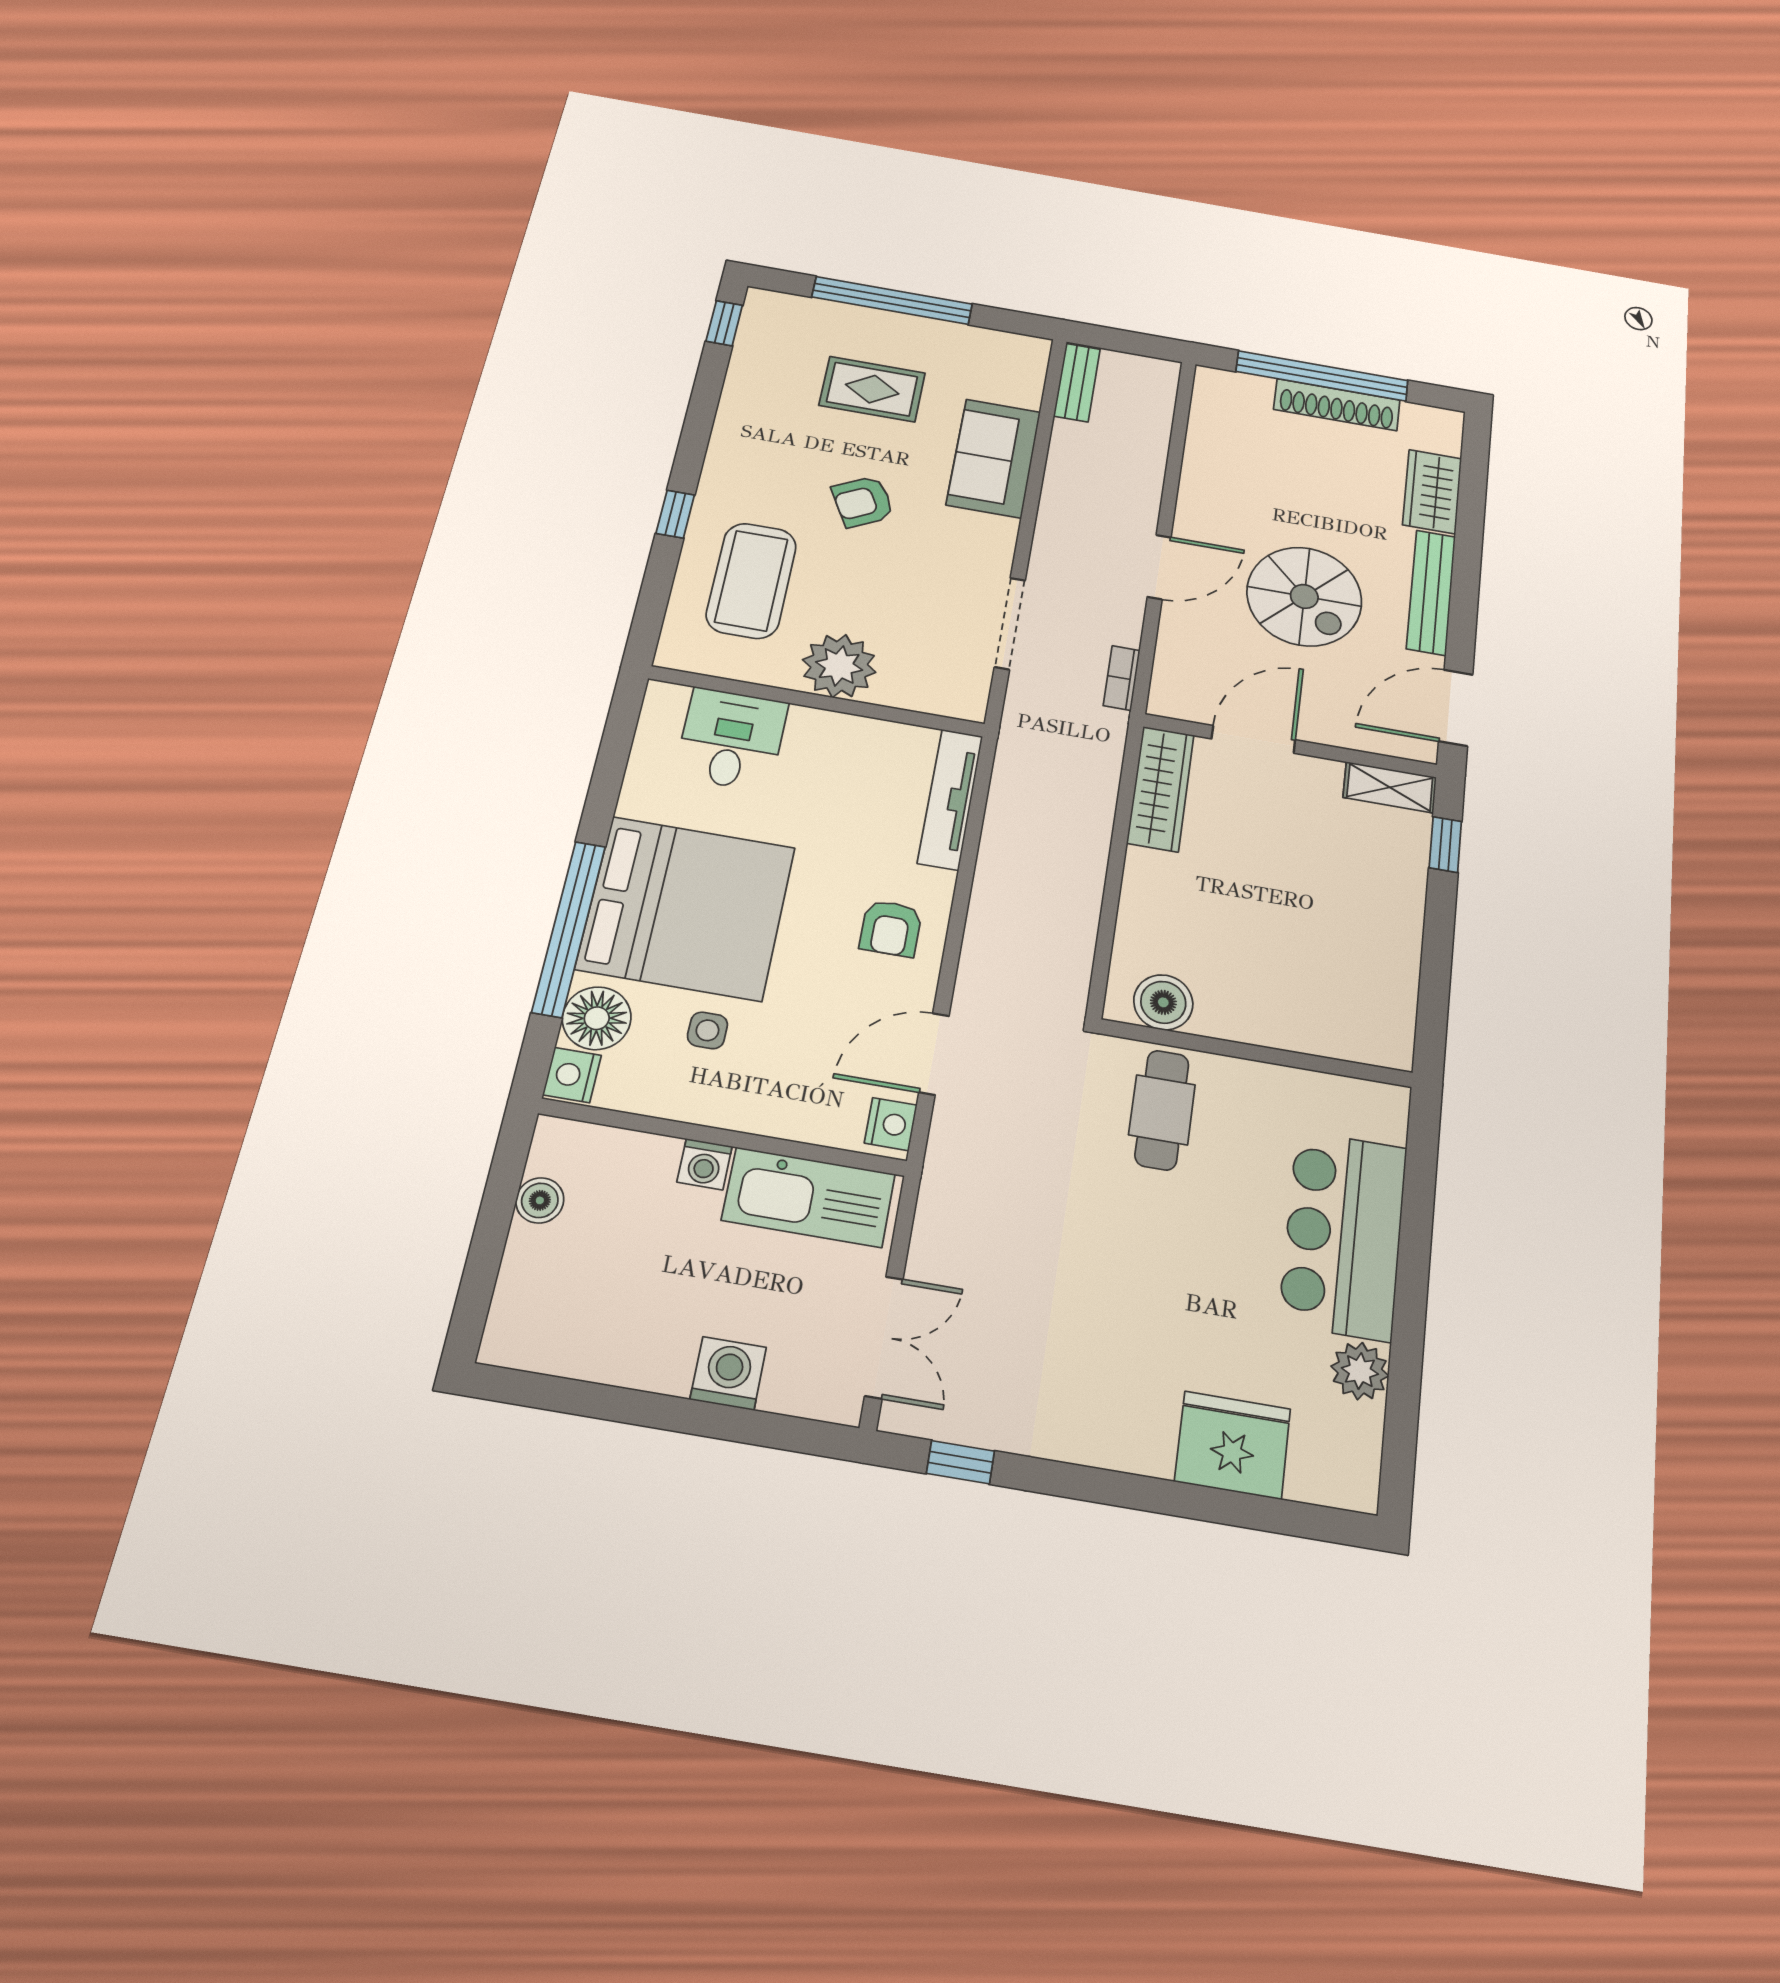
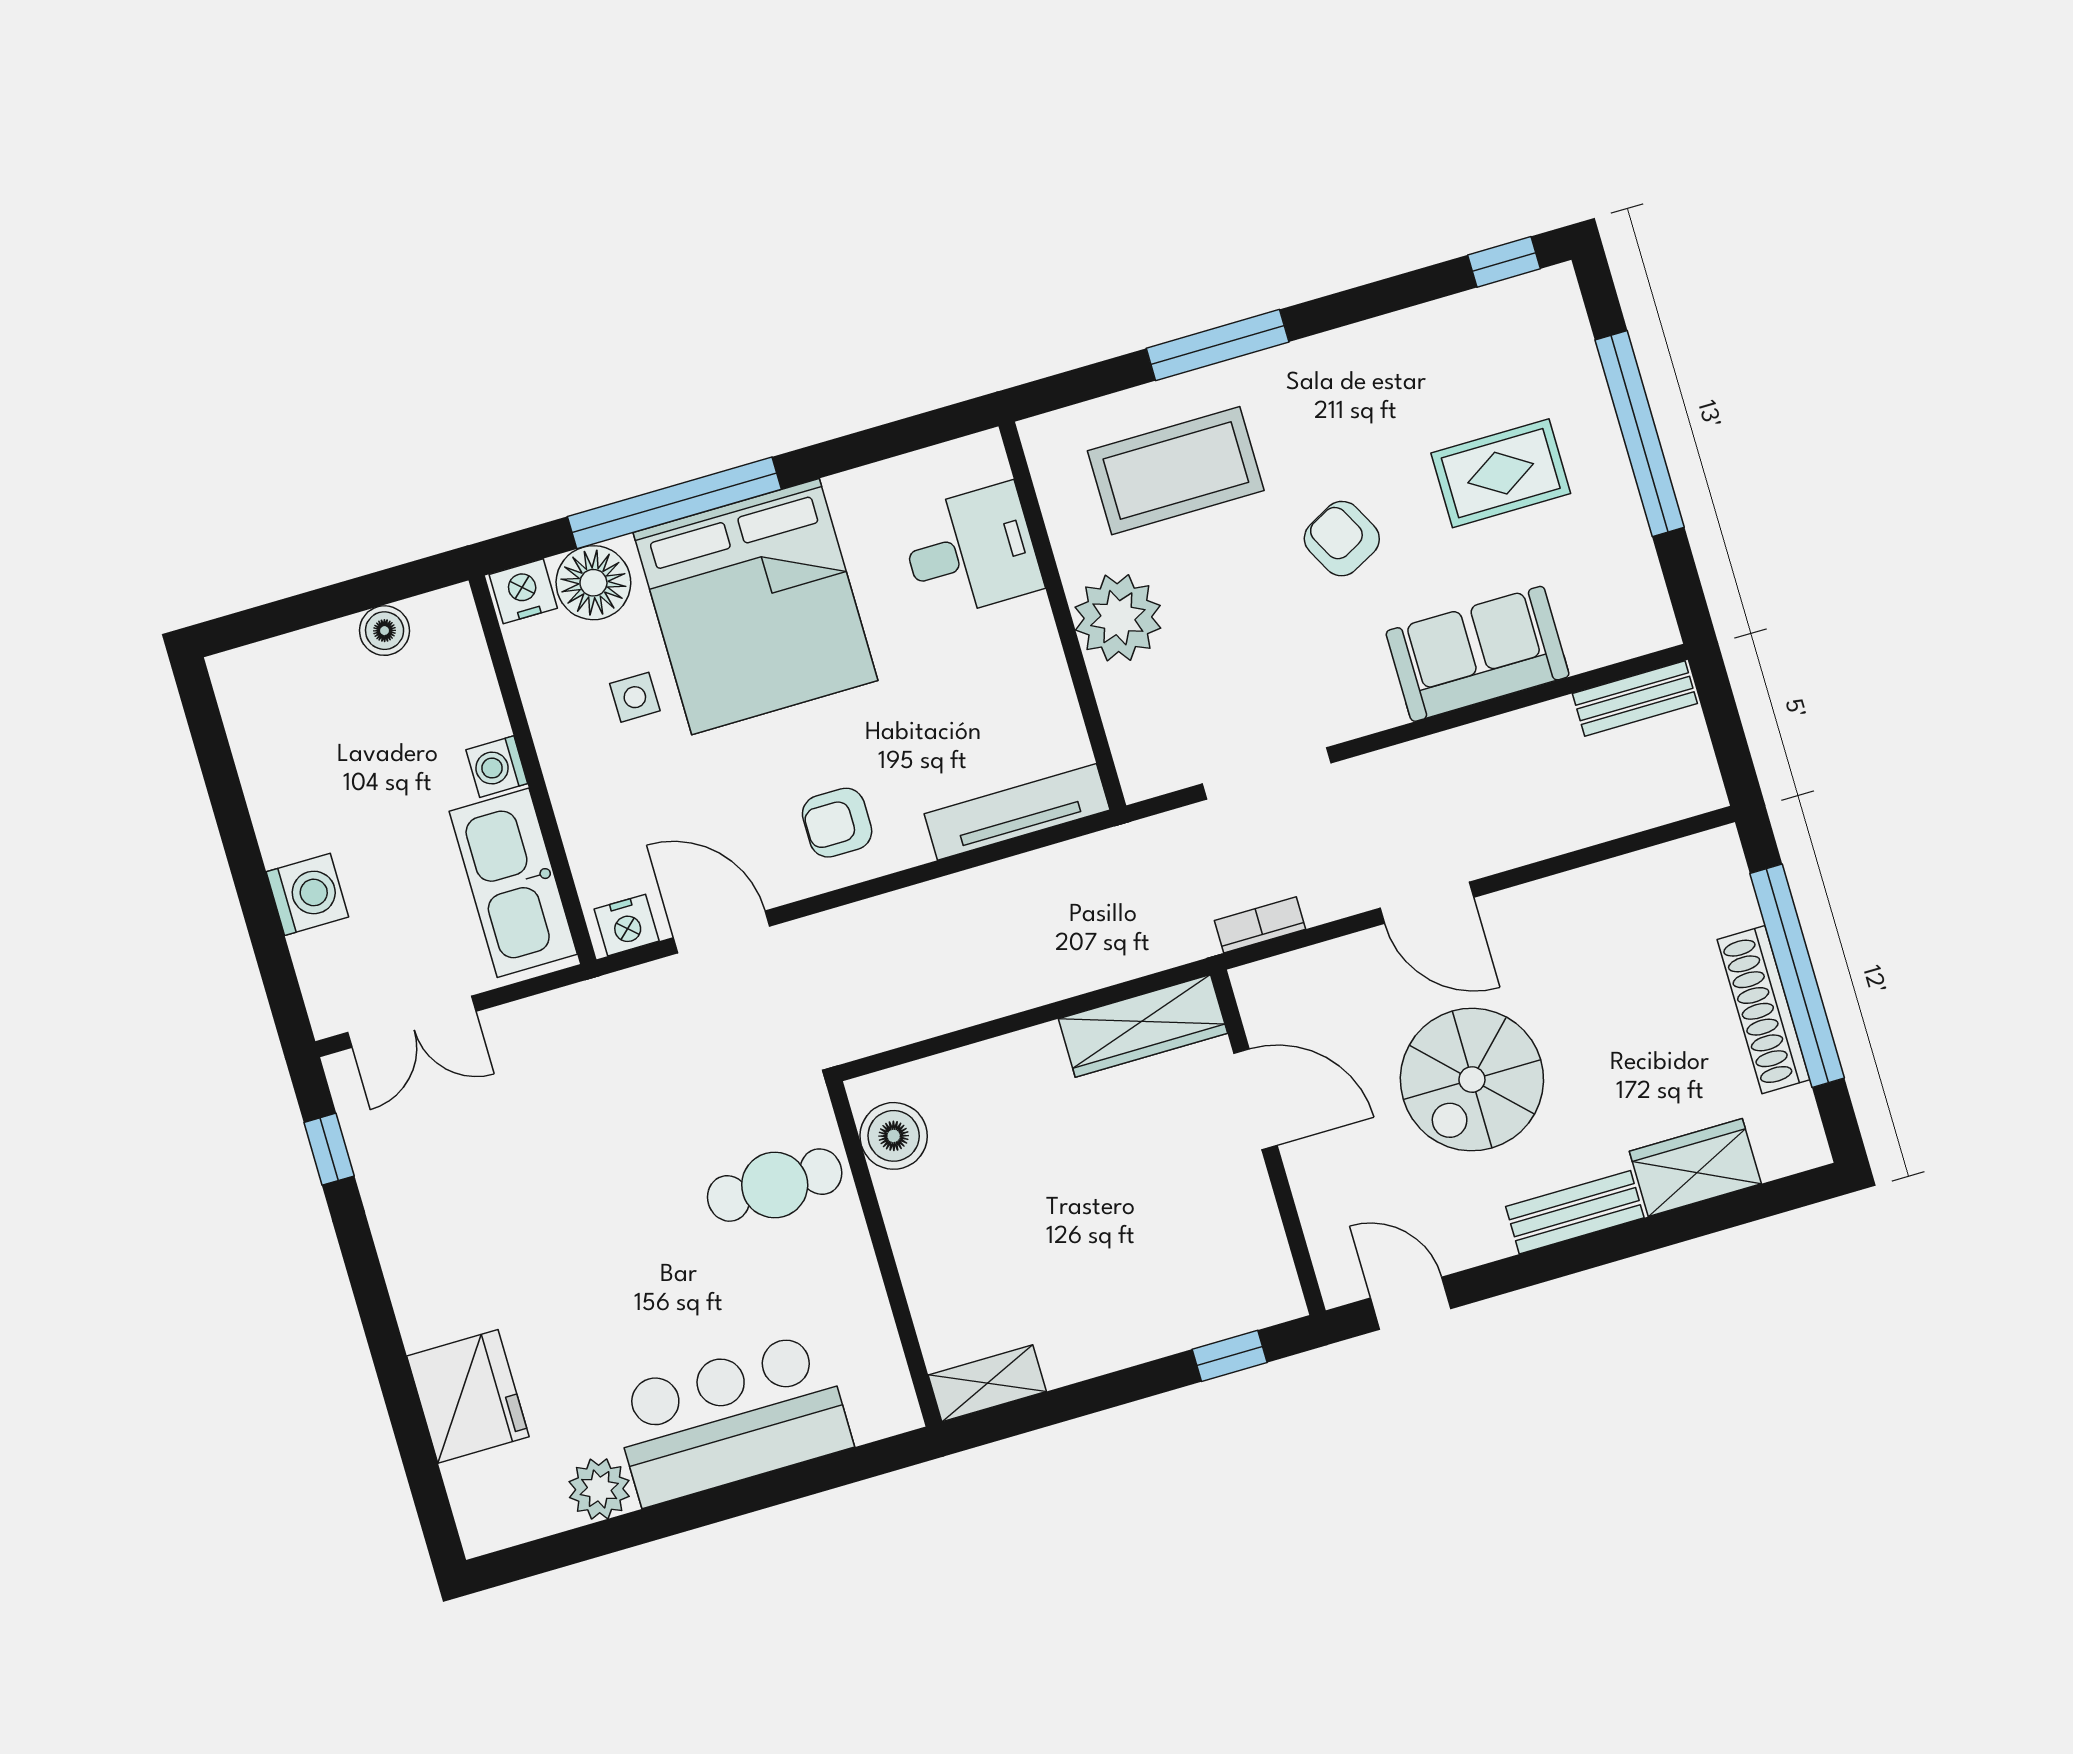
rug: (872, 389) -> (1501, 473), turned 90
window: (675, 514) -> (1218, 345), width x2.17
bench: (1431, 592) -> (1575, 1212), width x0.73
door: (1456, 708) -> (1411, 1303), width x0.73
shelving: (1390, 787) -> (987, 1383), moved, turned 90

